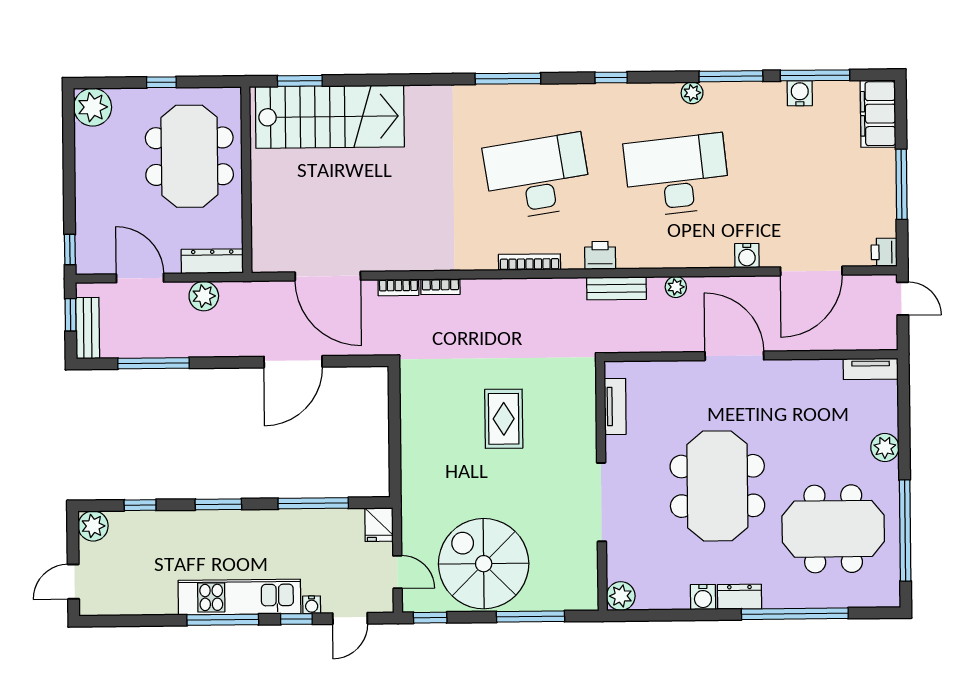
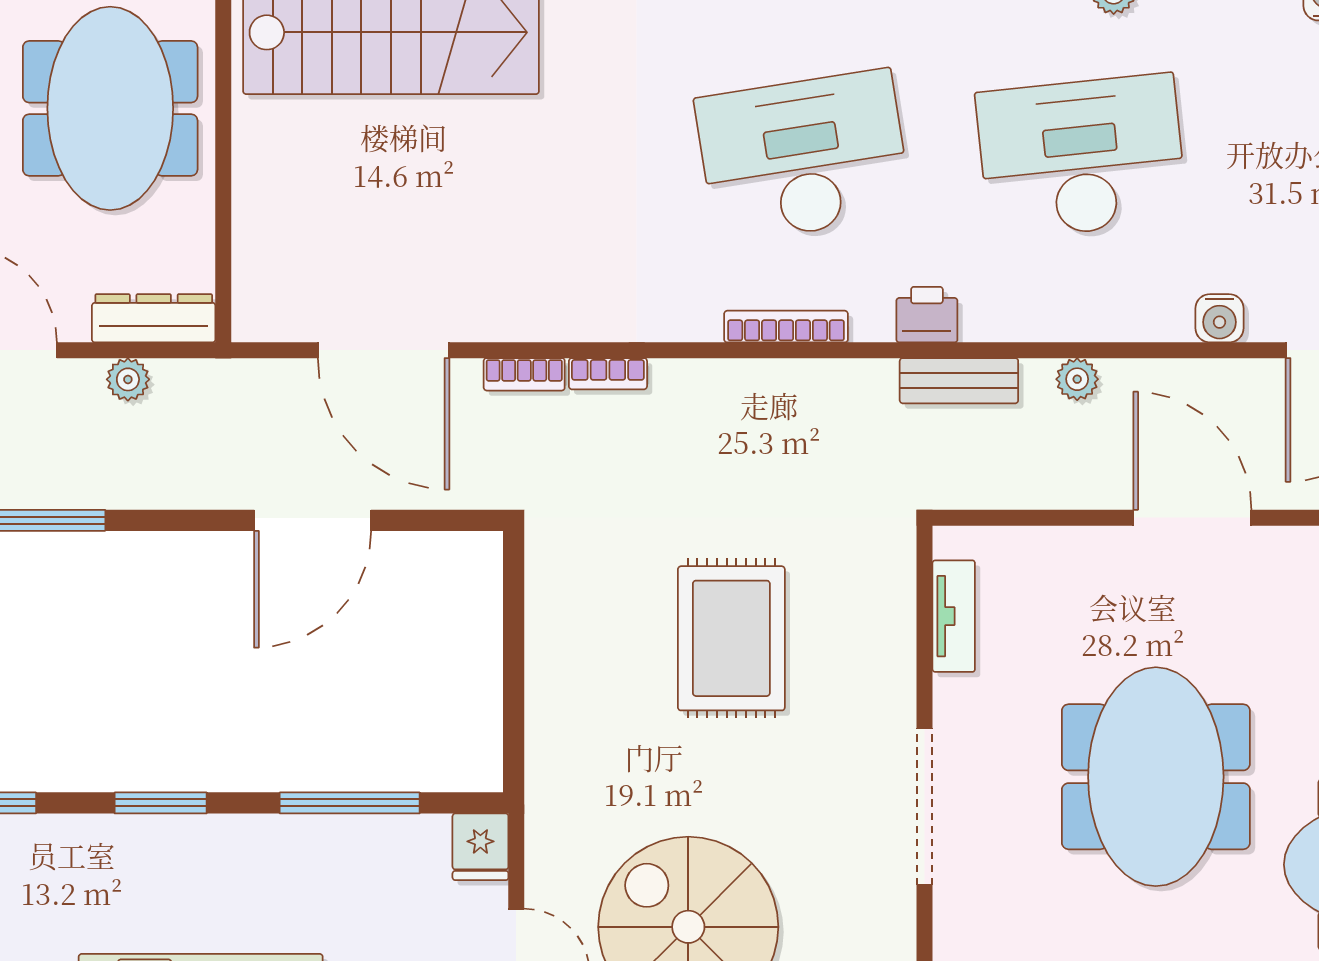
plant: (204, 296) -> (128, 379), width x0.73, depth x0.73
rug: (504, 419) -> (731, 638), width x1.36, depth x1.43

